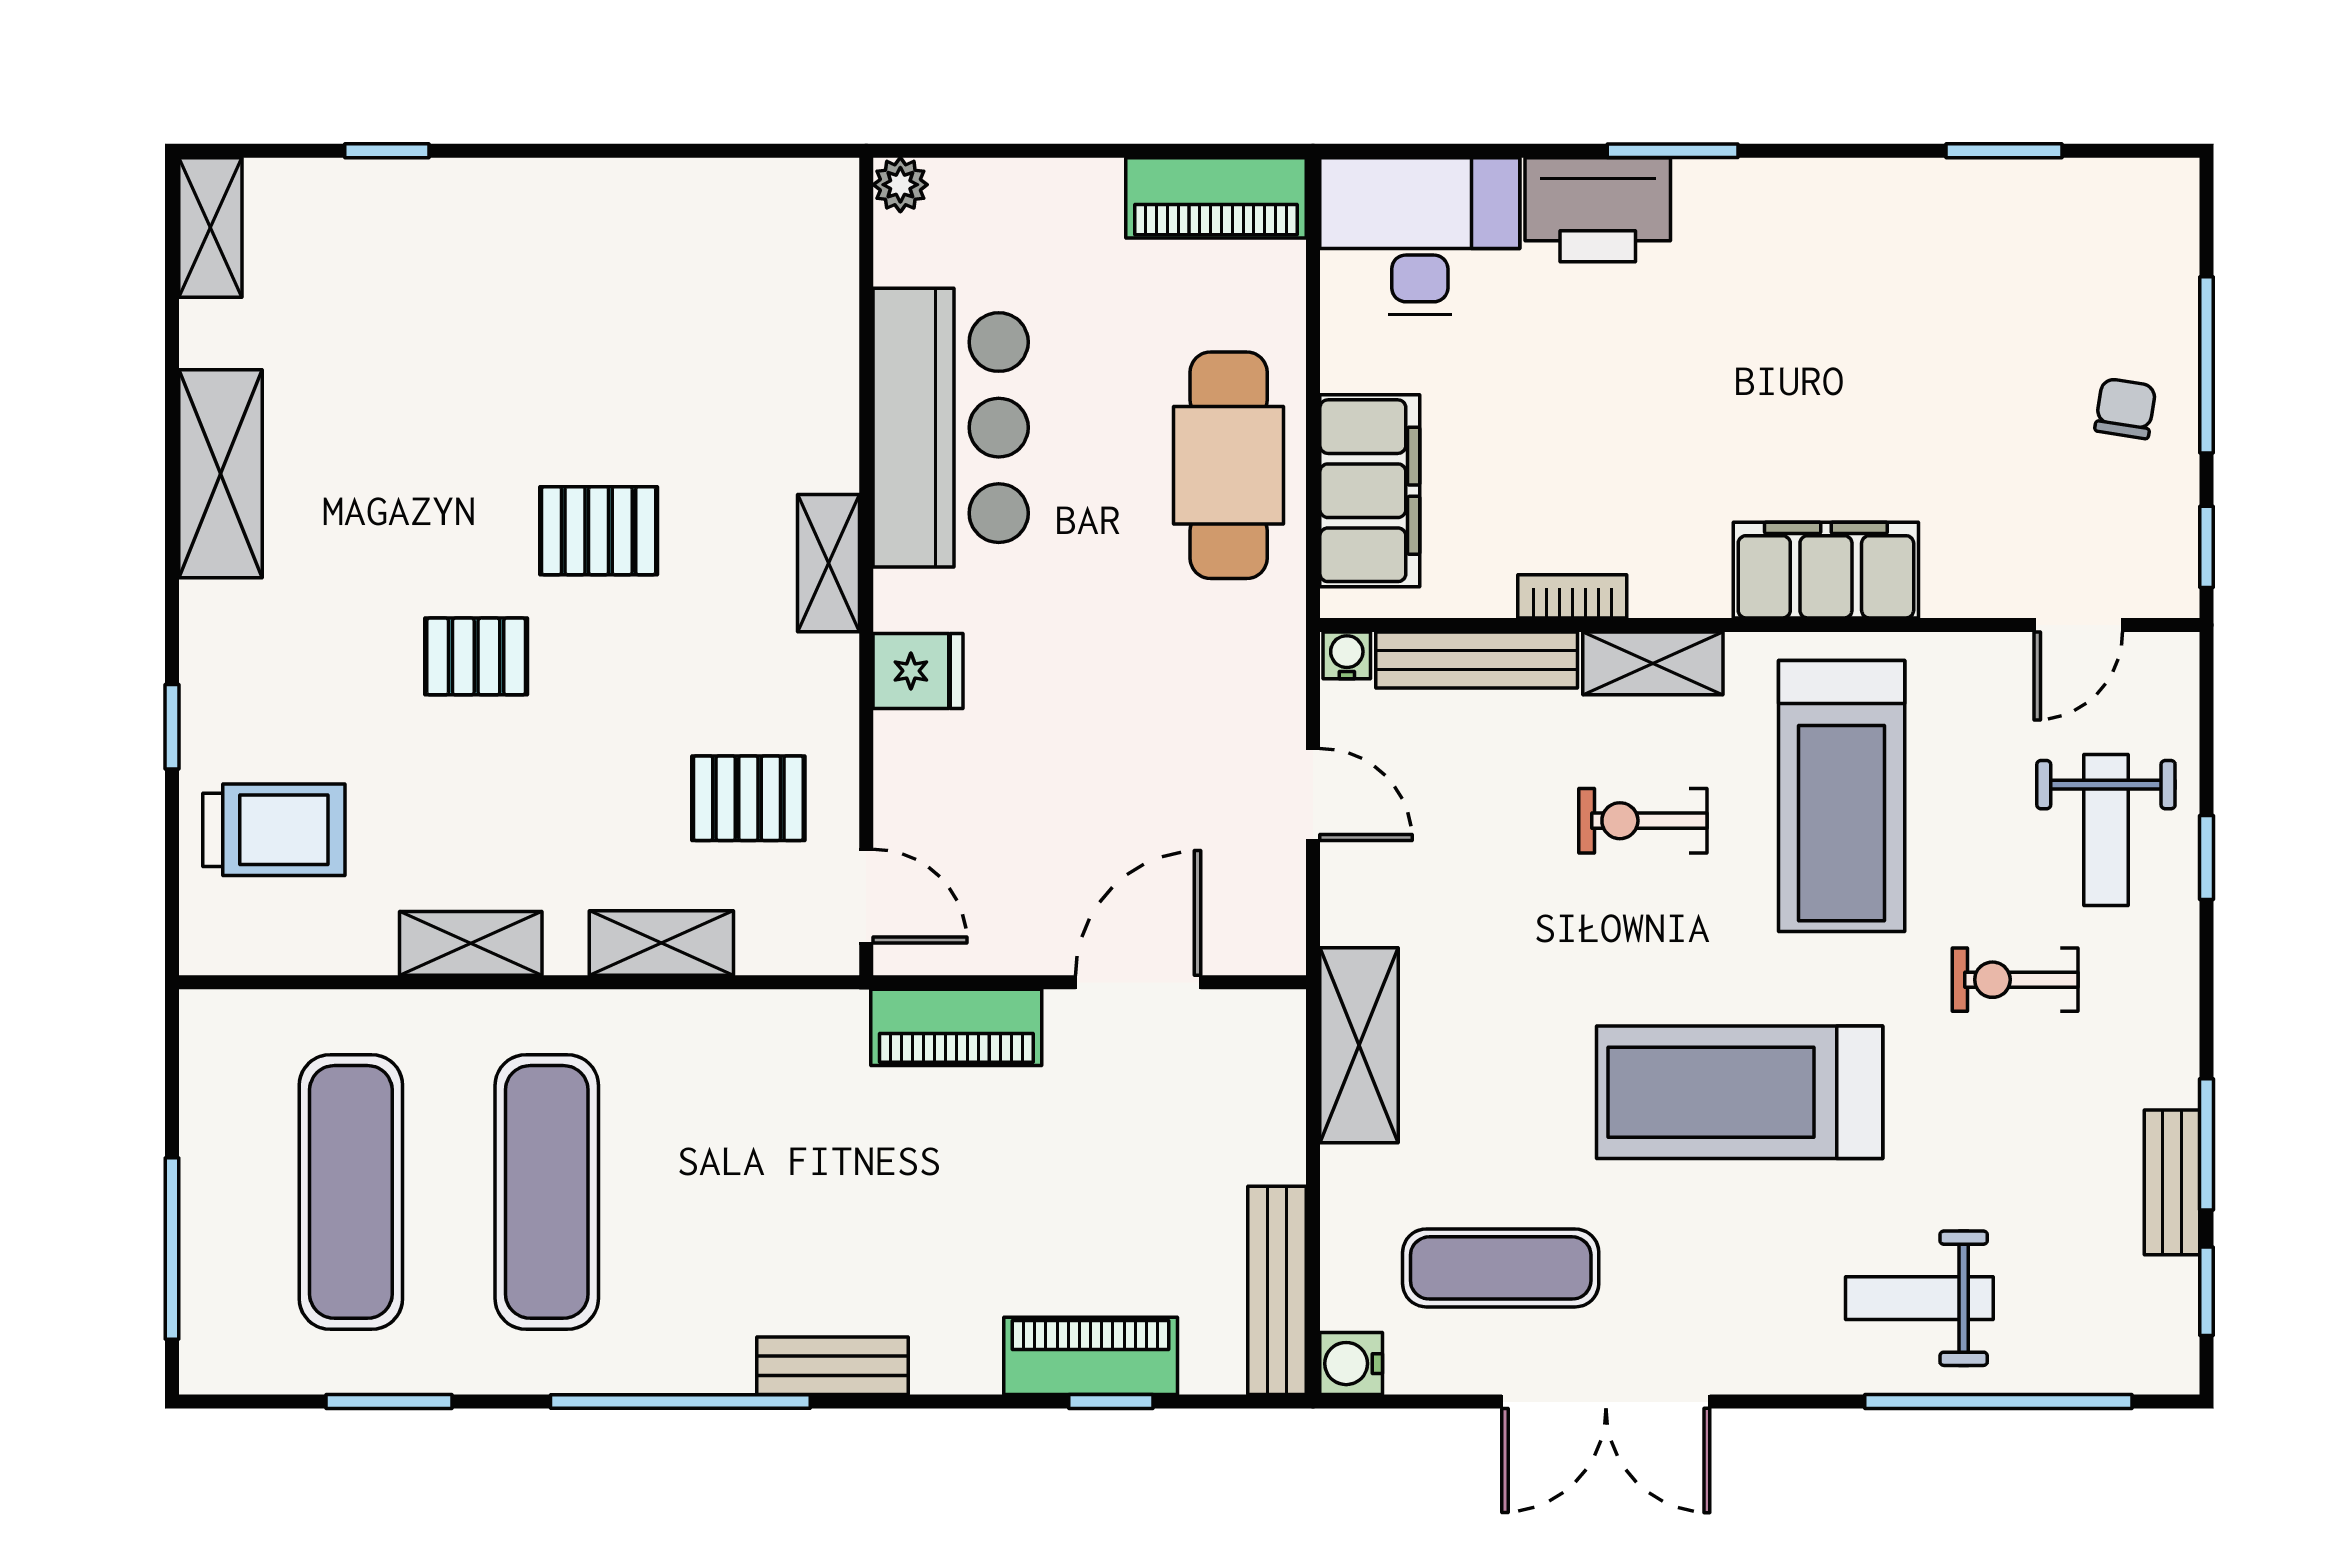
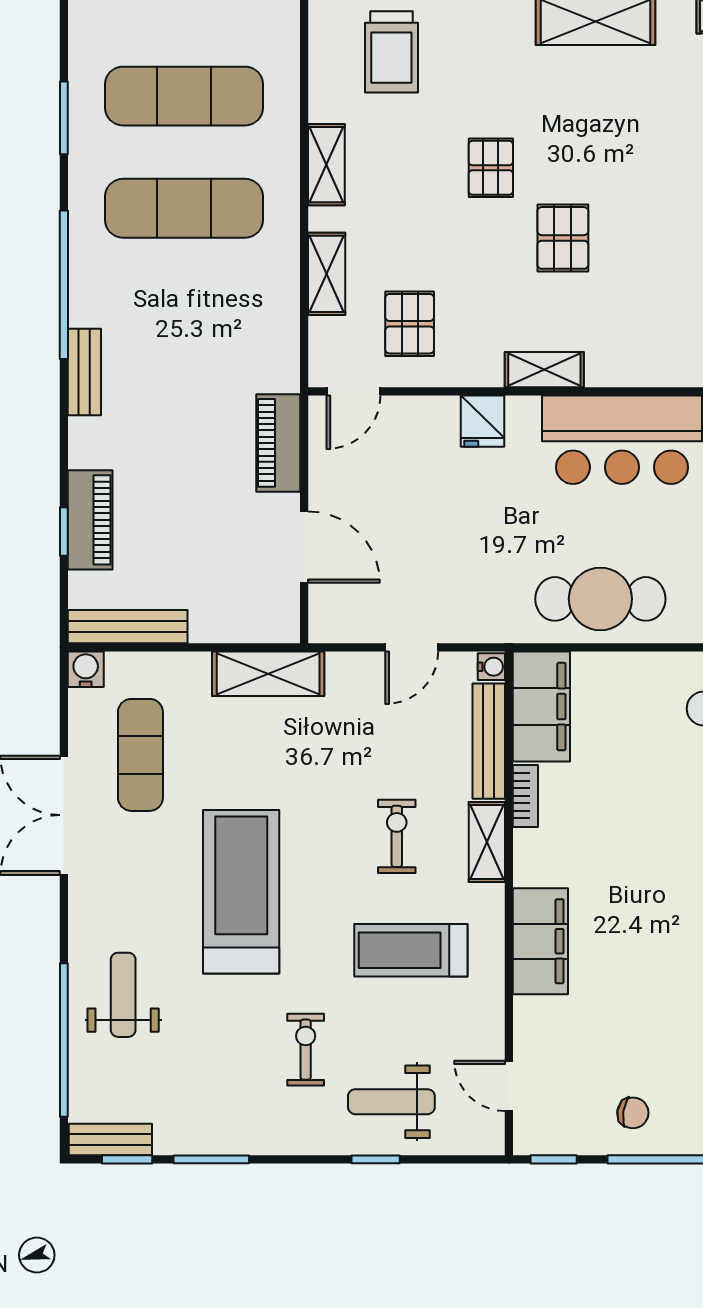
filing cabinet: (1370, 491) -> (541, 707), moved, turned -90
treadmill: (1842, 796) -> (411, 950), width x0.73, depth x0.73
bench: (2172, 1182) -> (110, 1140), moved

